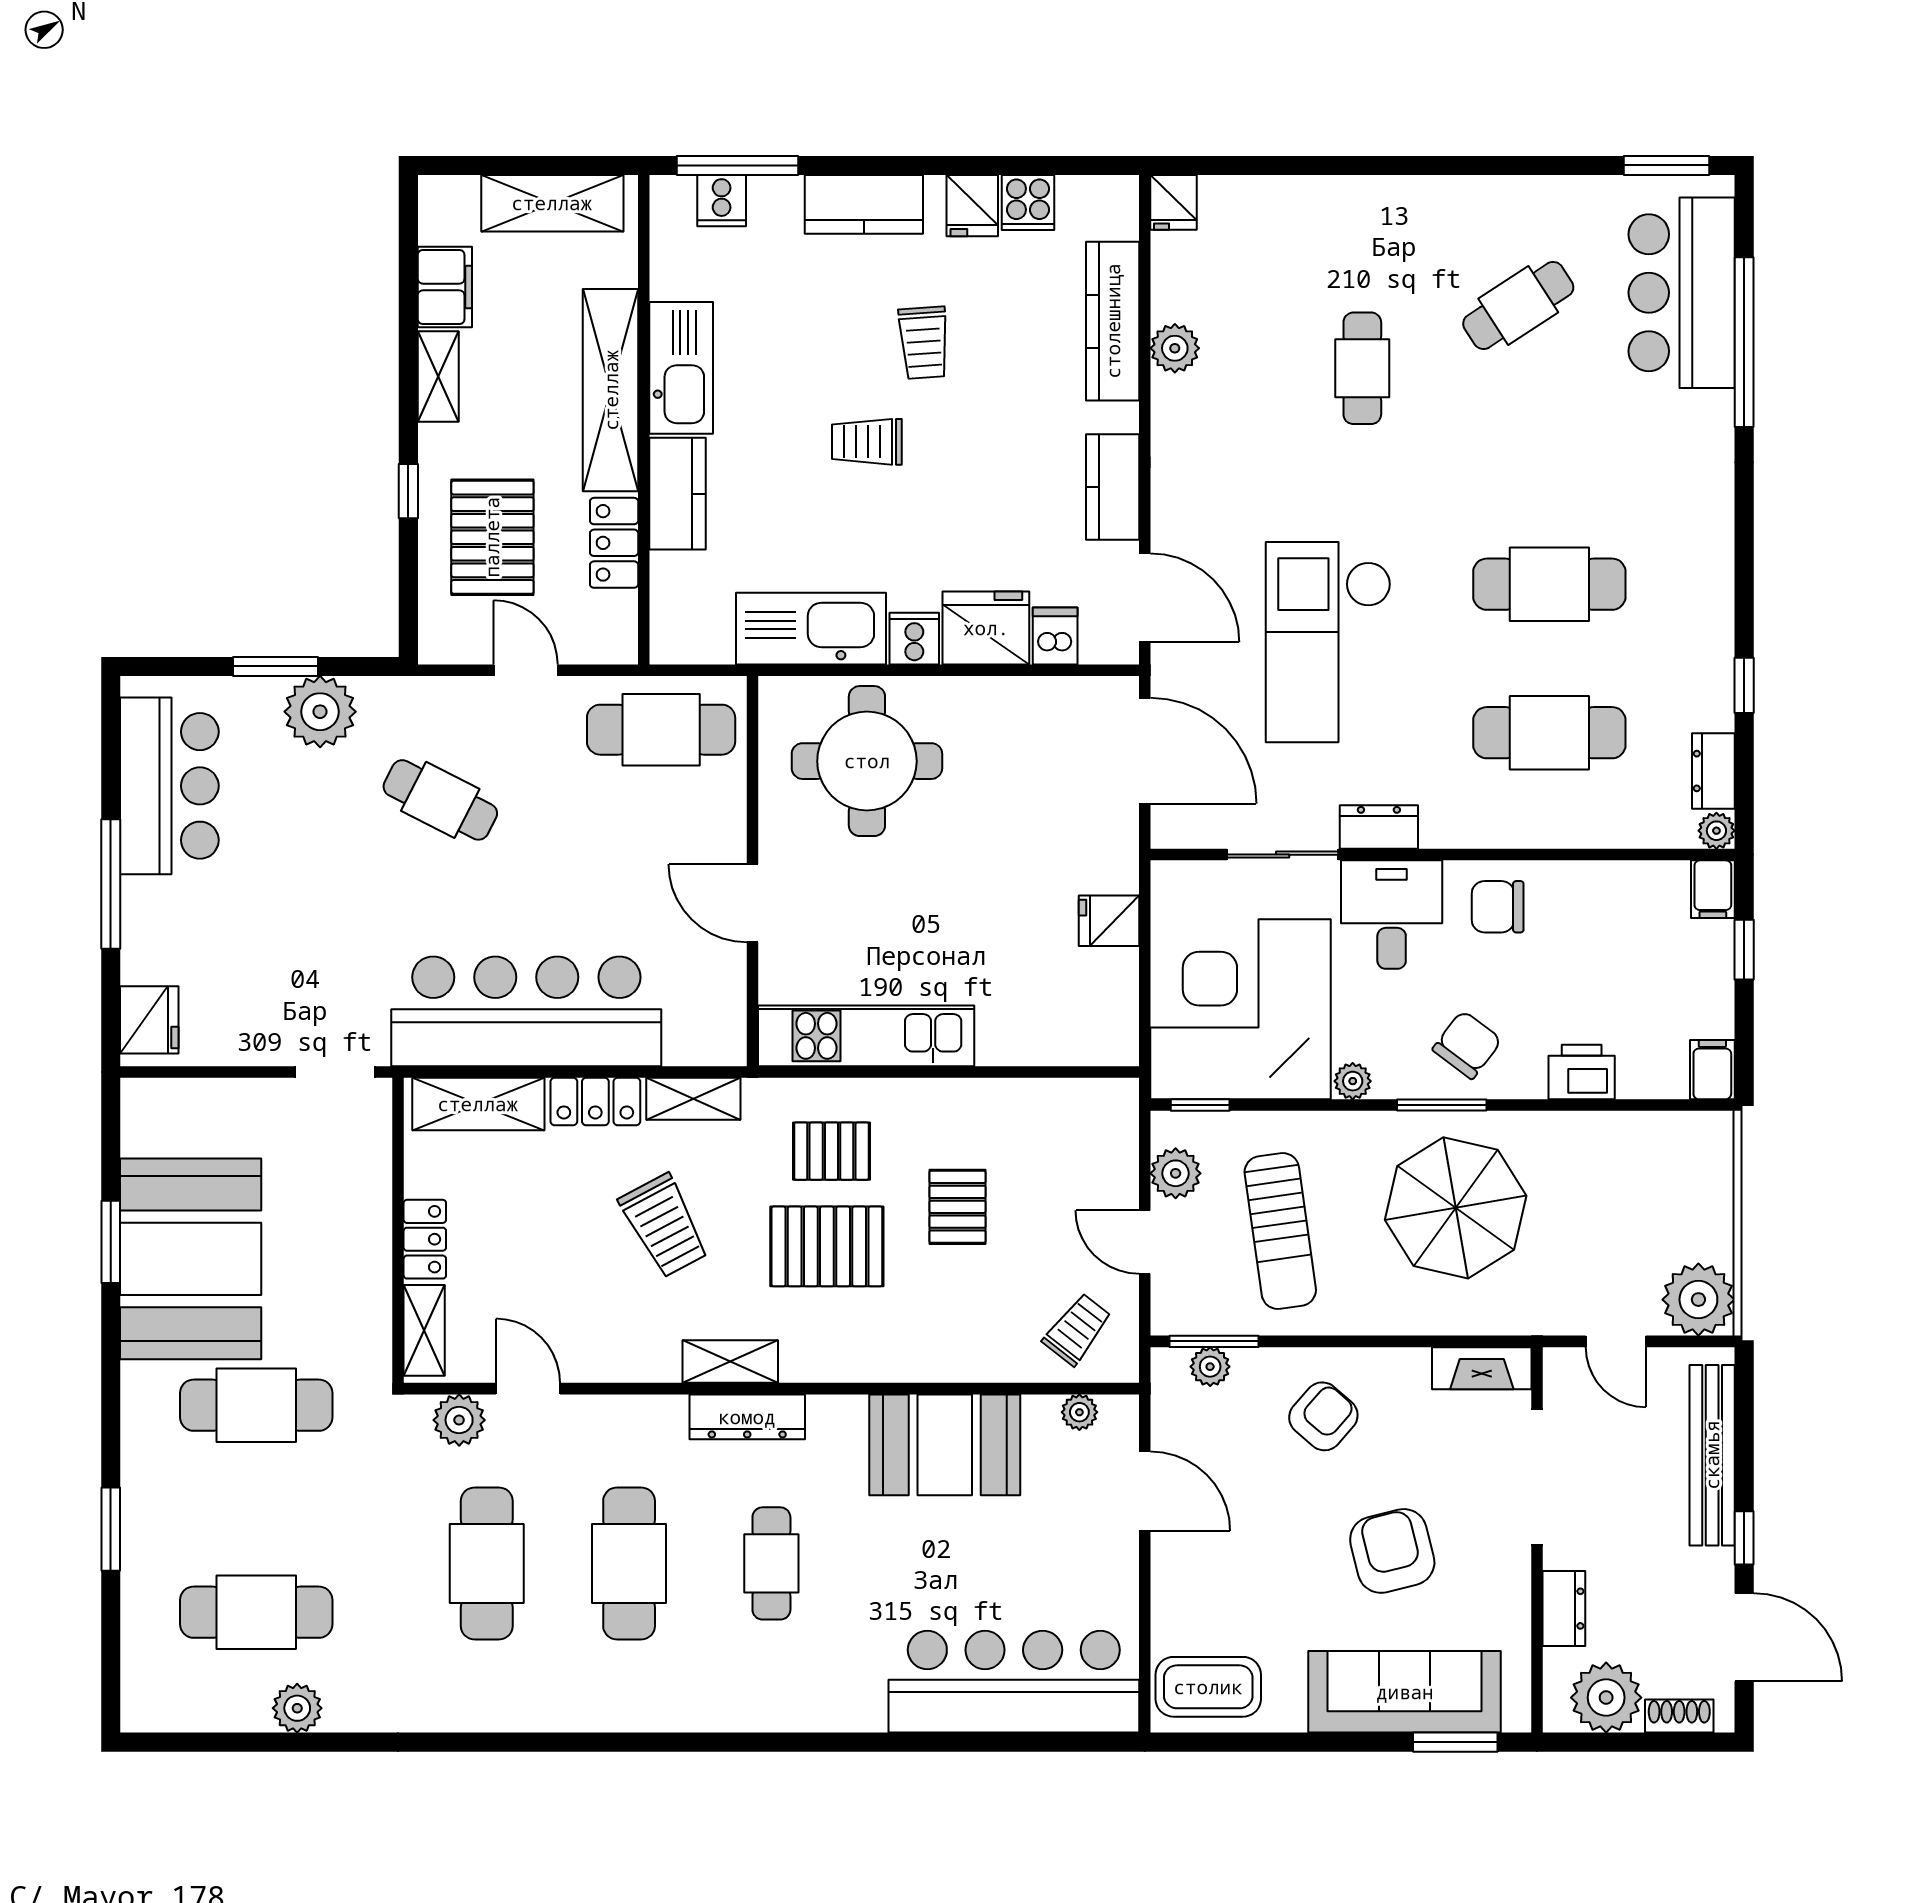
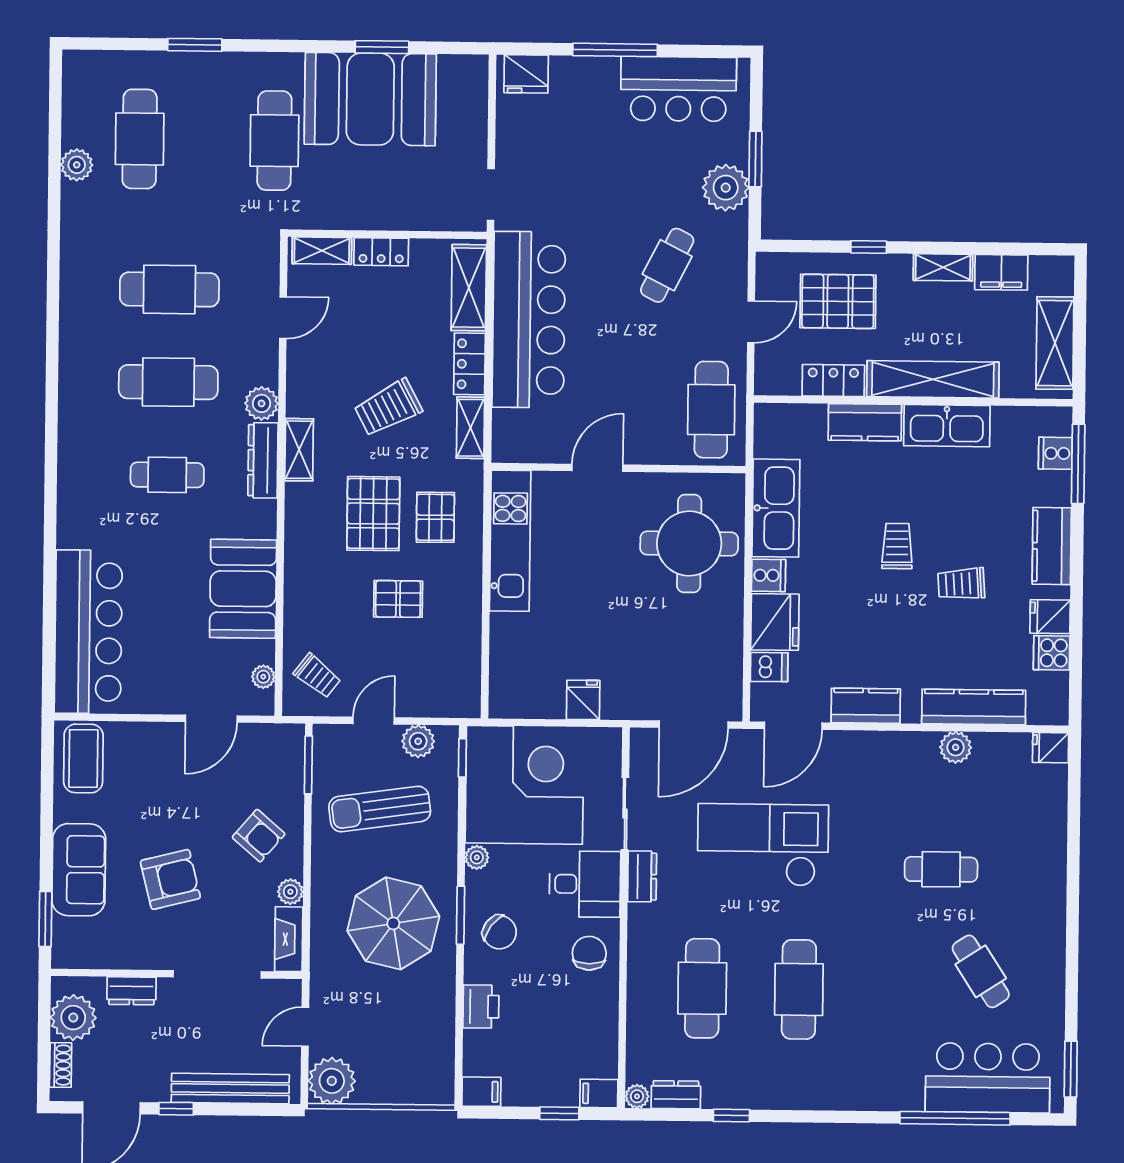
plant: (1210, 1367) -> (290, 892), moved
plant: (459, 1420) -> (262, 403), moved
sofa: (1405, 1692) -> (79, 870), width x0.73

